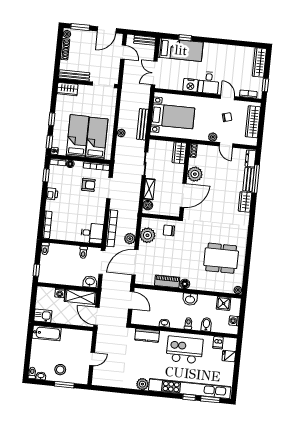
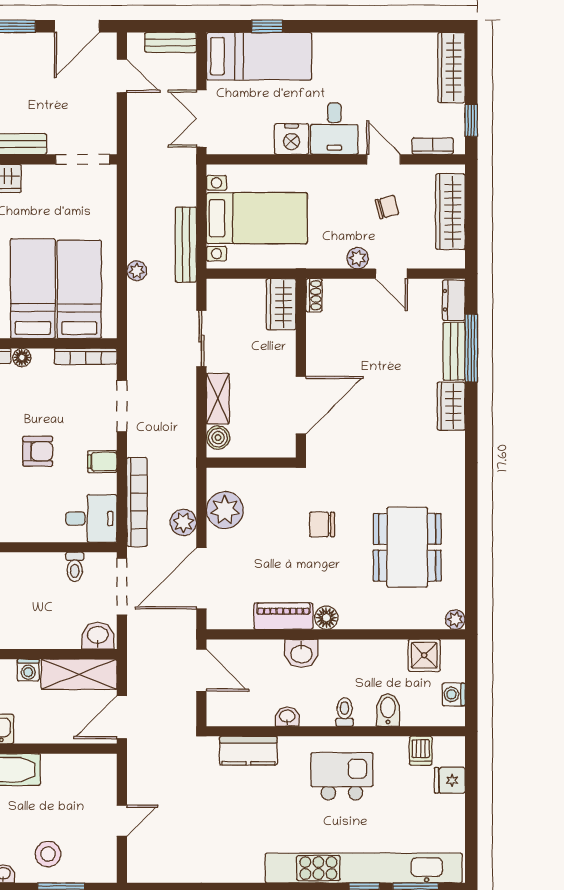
plant: (195, 174) -> (324, 351), removed
armchair: (88, 185) -> (38, 451), moved
filing cabinet: (99, 210) -> (102, 462), added
chair: (169, 230) -> (322, 524), moved
dining table: (221, 258) -> (407, 547), turned 90
washbasin: (190, 299) -> (301, 653), moved
door: (96, 316) -> (122, 717), hinge flipped
kitchen island: (185, 350) -> (342, 776), width x0.73, depth x0.78
plant: (142, 384) -> (249, 869), removed

